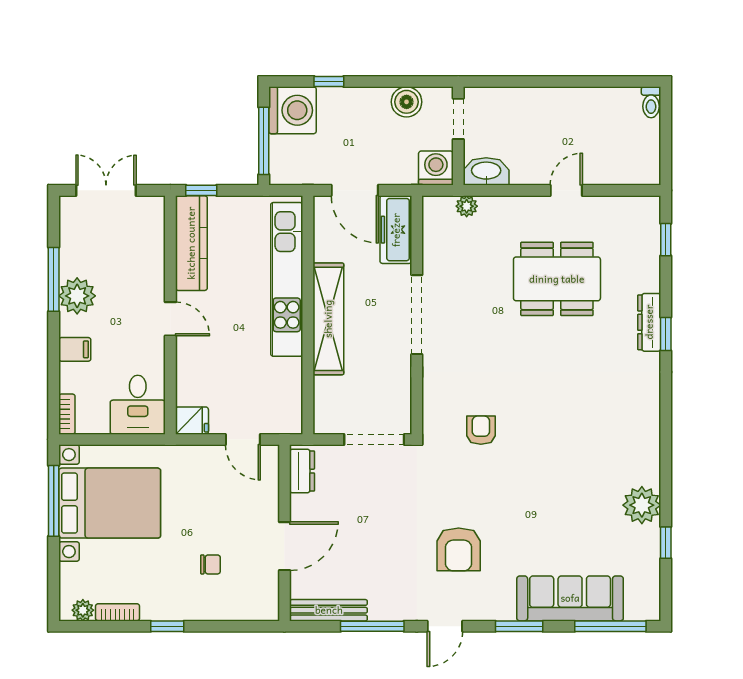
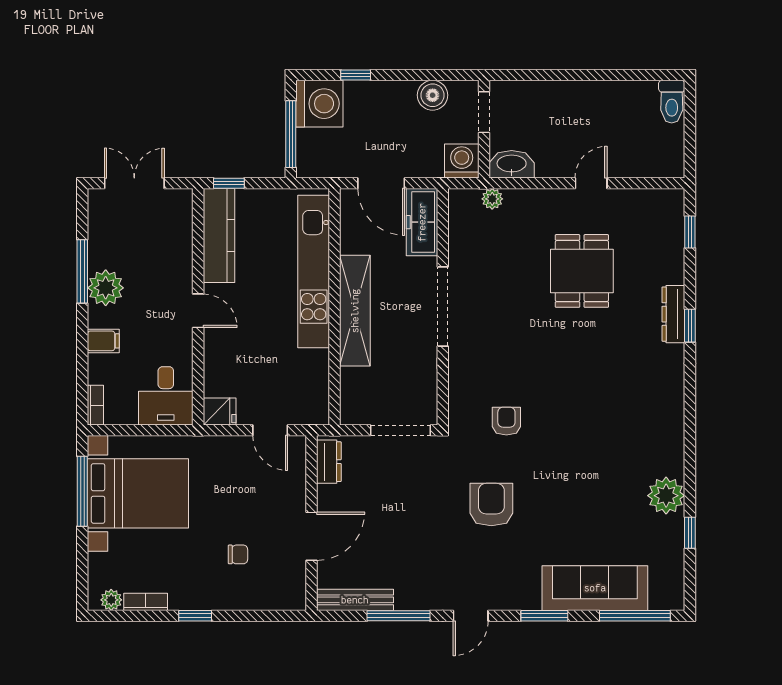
toilet: (651, 102) -> (672, 102), width x1.37, depth x1.39
dining table: (557, 279) -> (582, 271), width x0.73
armchair: (459, 549) -> (491, 505), moved, turned 180

